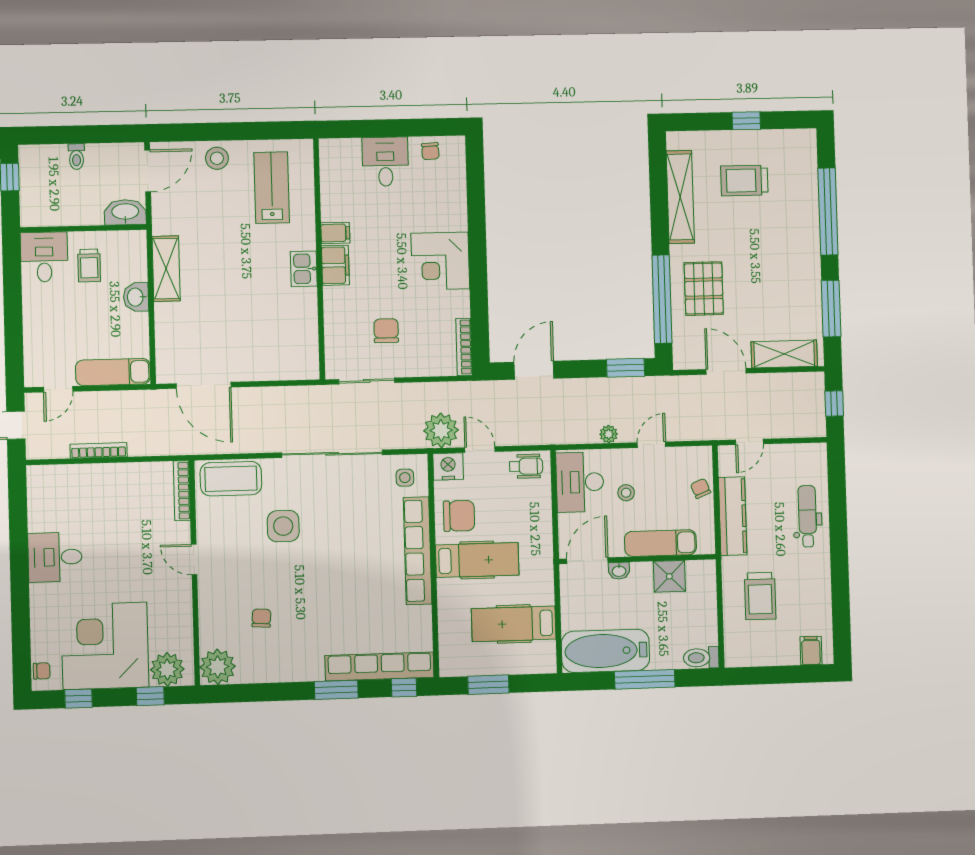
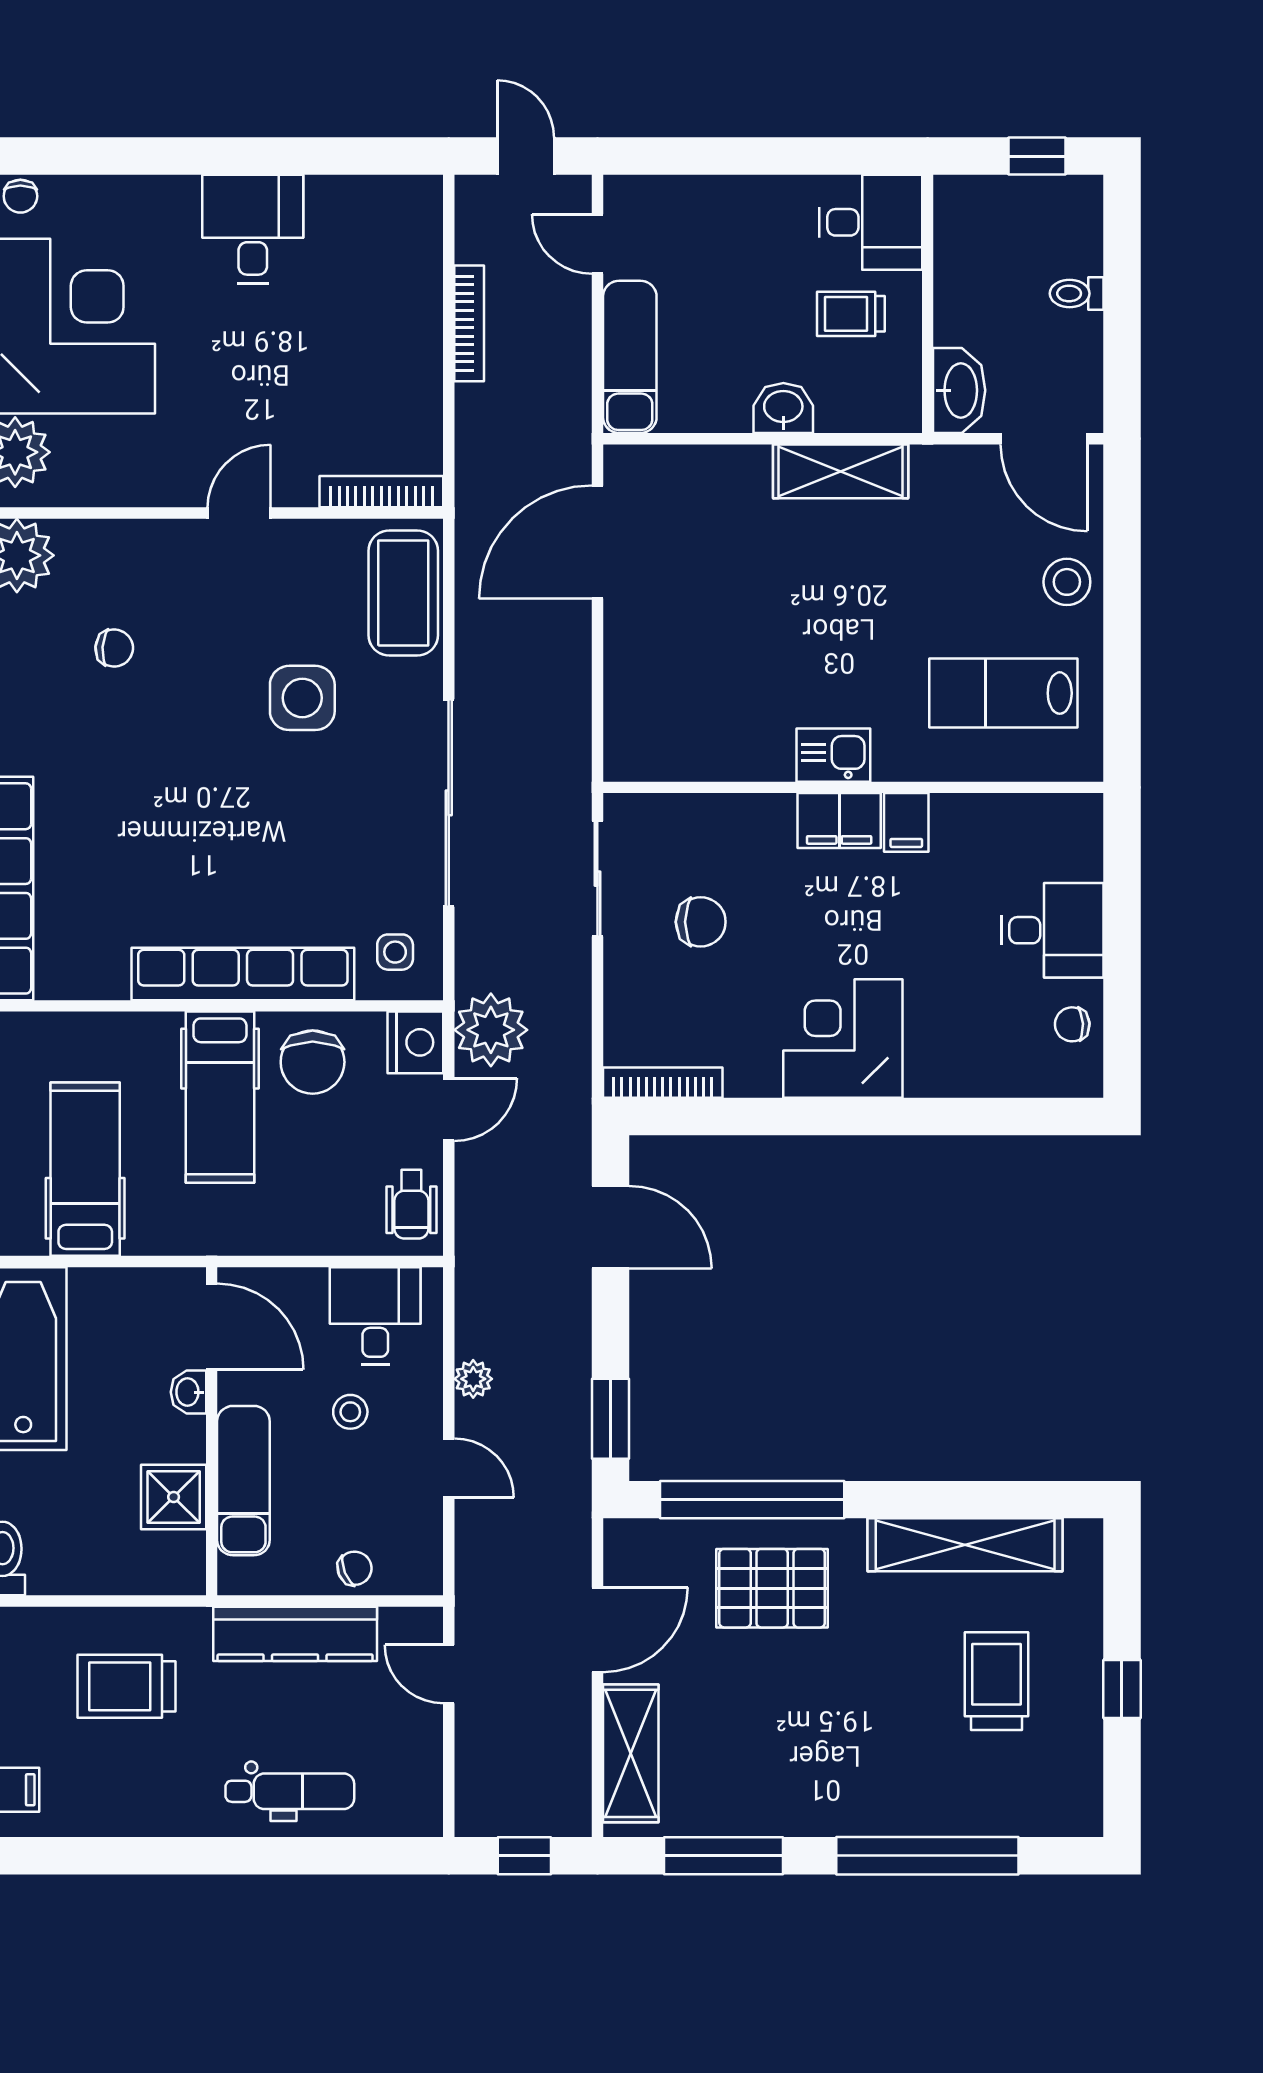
lab bench: (272, 188) -> (1003, 693), turned 180
desk: (580, 482) -> (375, 1316), width x0.73

